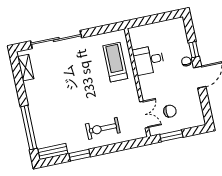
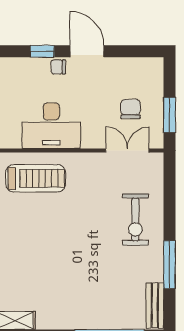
desk: (148, 60) -> (51, 126), width x1.37
treadmill: (115, 62) -> (36, 178), turned 180
window: (80, 155) -> (169, 265), width x1.44

